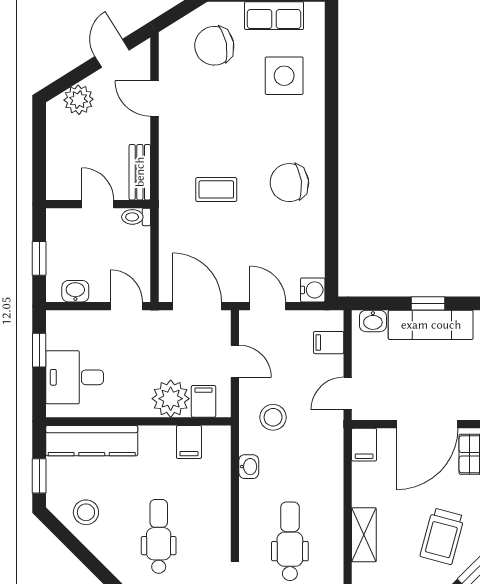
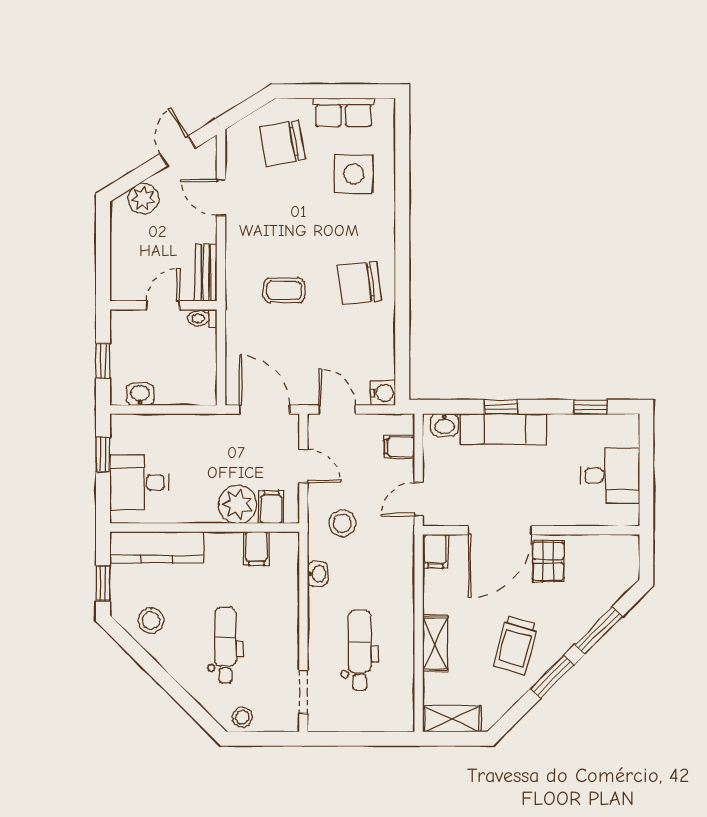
door: (98, 204) -> (163, 305), hinge flipped
door: (126, 306) -> (192, 410), removed

